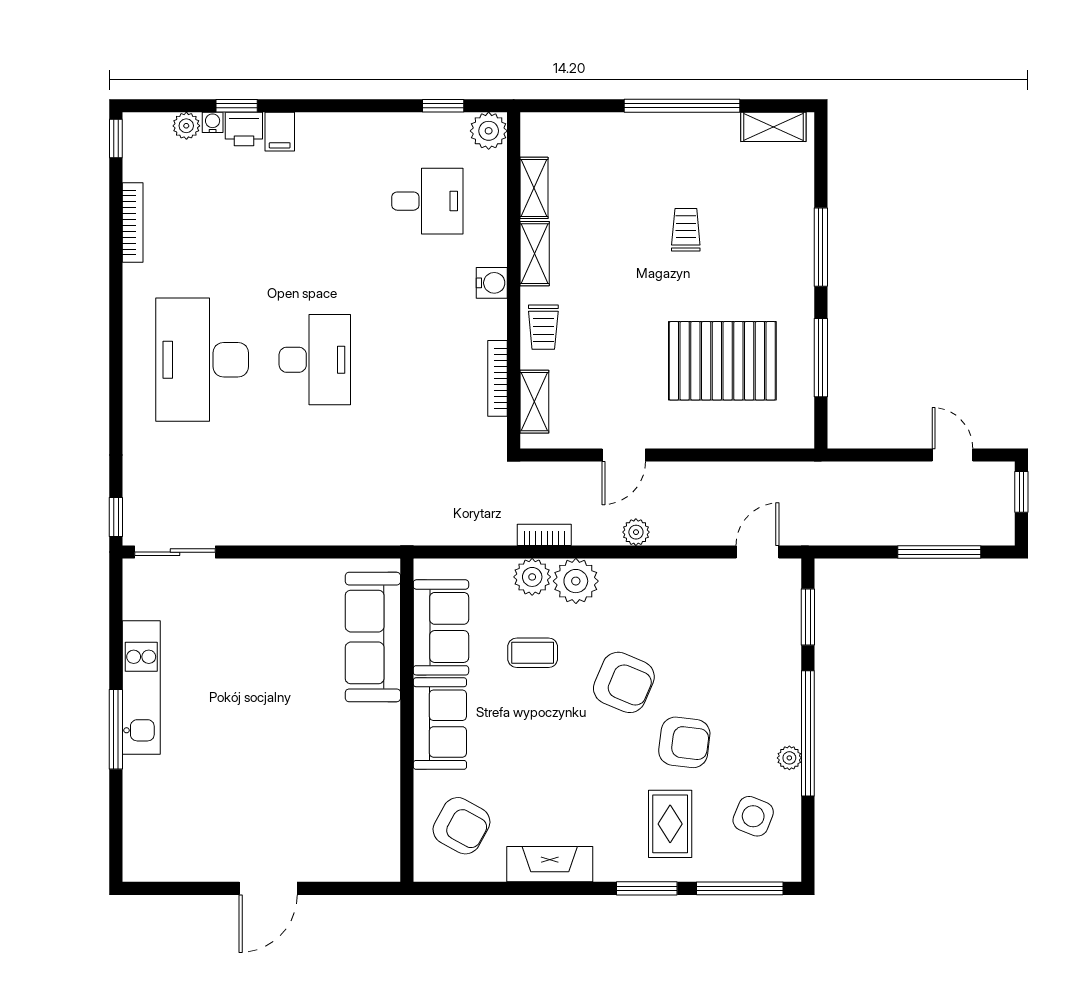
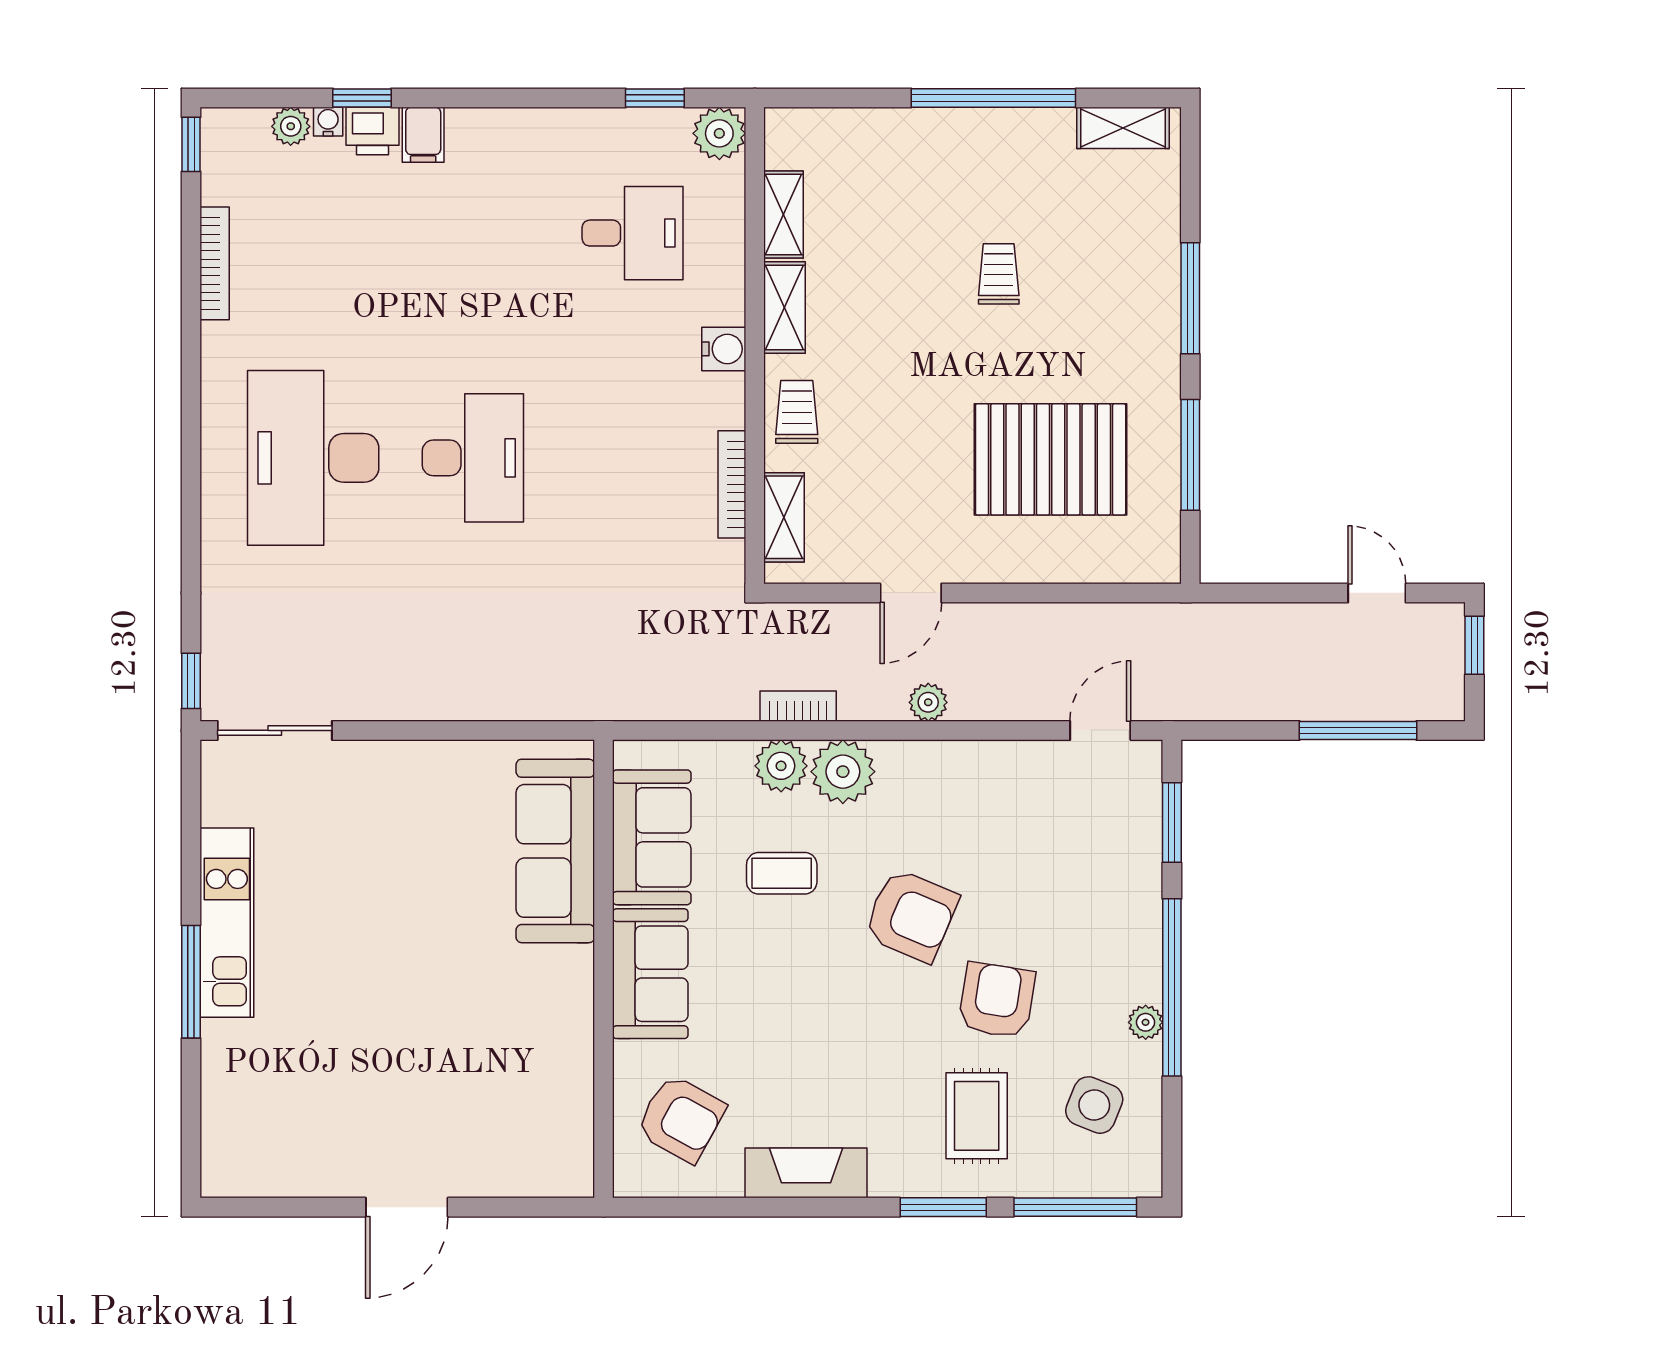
trolley: (543, 327) -> (797, 412), turned 180
armchair: (684, 742) -> (997, 1000), turned -88

